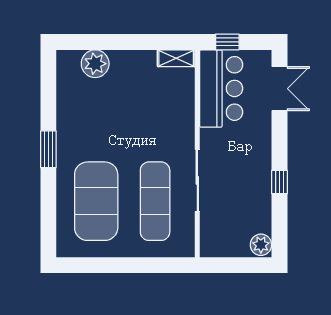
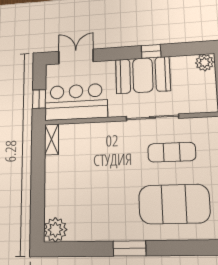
plant: (95, 64) -> (55, 230), moved
booth: (250, 171) -> (143, 75), added
exercise mat: (155, 201) -> (172, 152), width x0.73, depth x0.69

